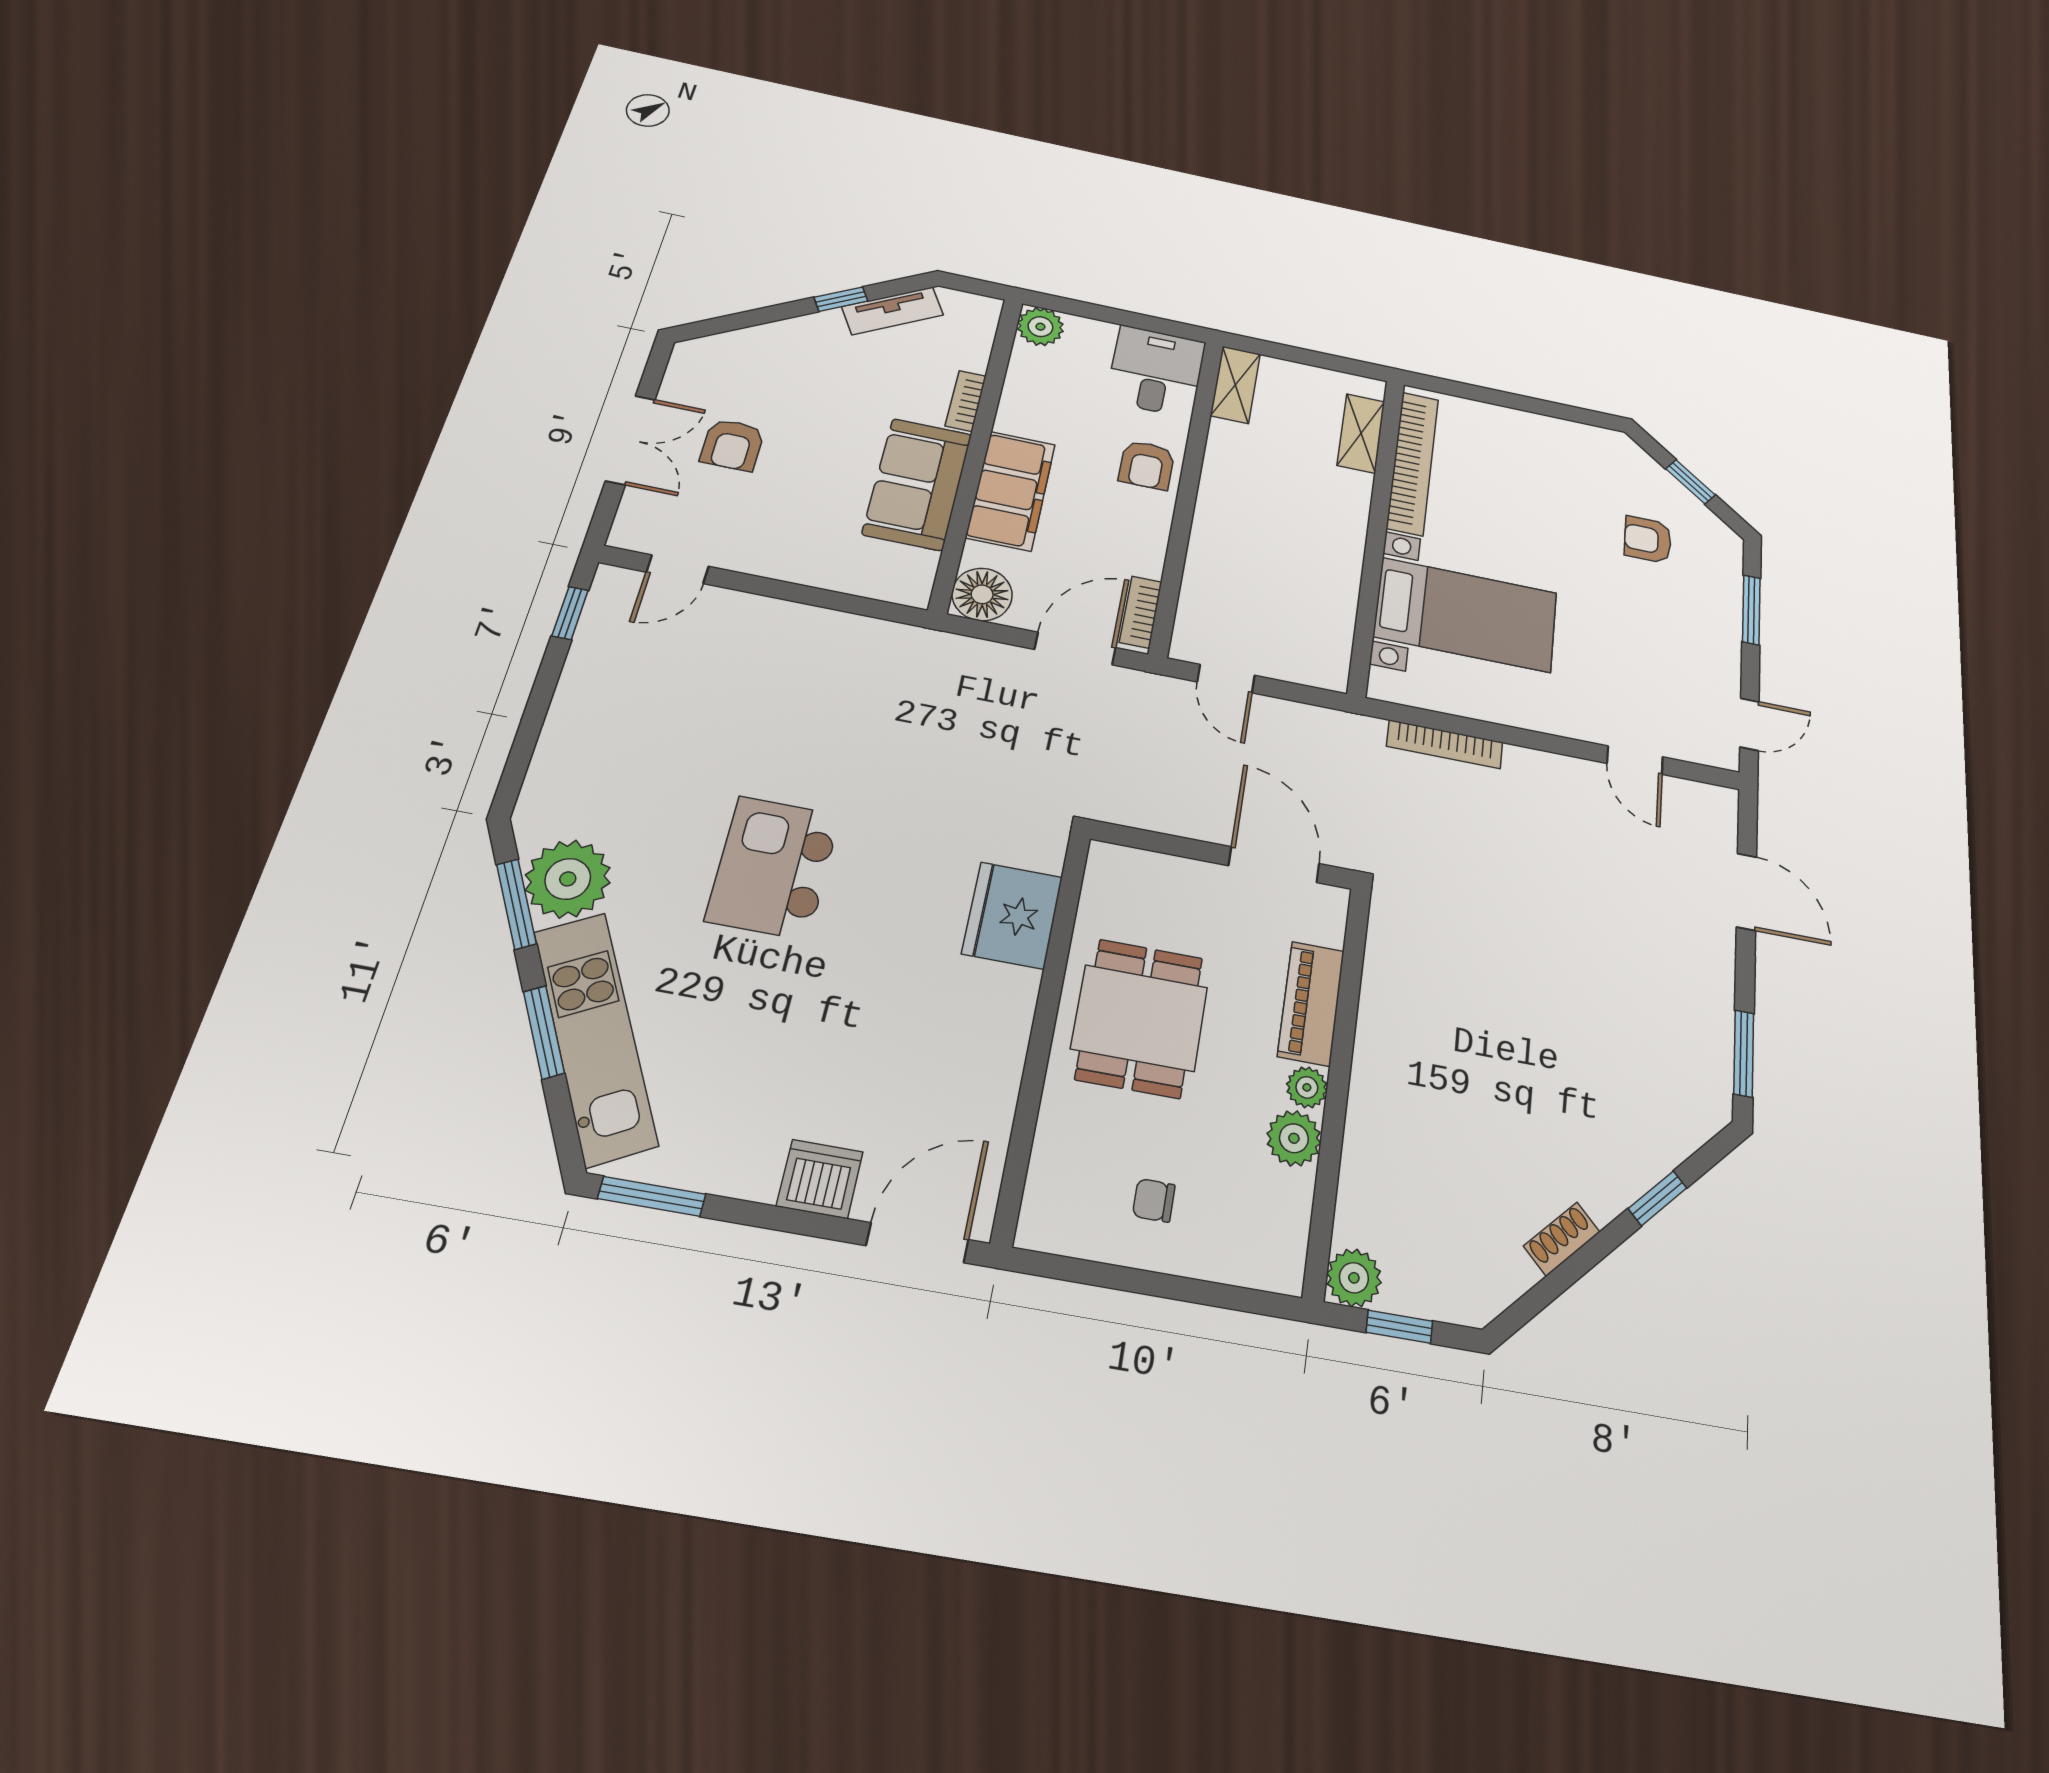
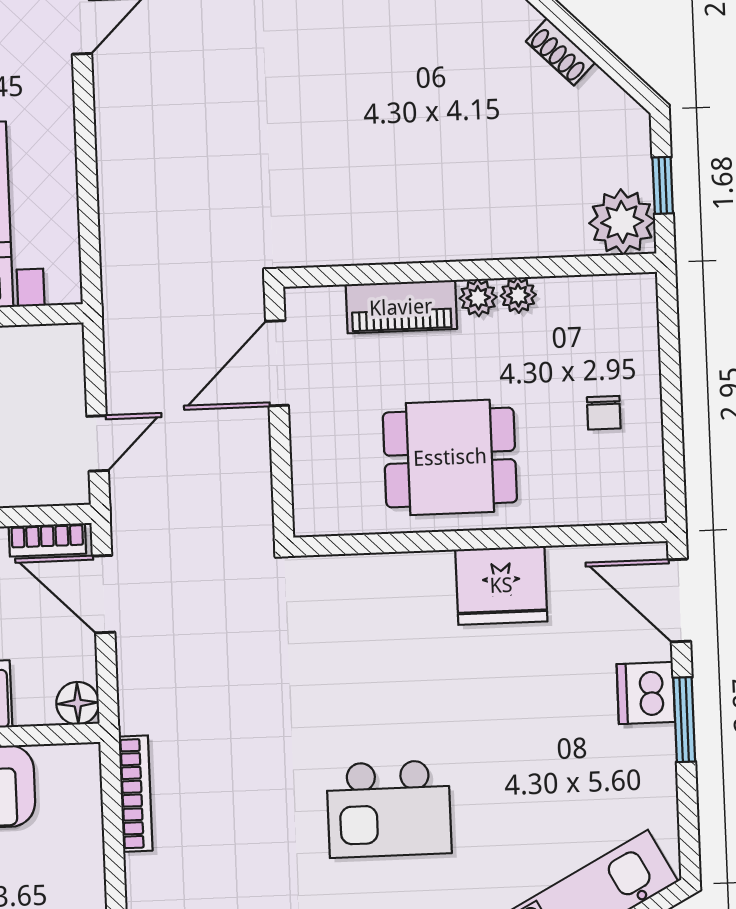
floor lamp: (982, 594) -> (78, 703), width x0.73, depth x0.73
bookcase: (1445, 744) -> (136, 794), moved
fridge: (1012, 915) -> (501, 585), moved
plant: (1294, 1138) -> (518, 295), width x0.73, depth x0.73
window: (652, 1196) -> (684, 720), moved
plant: (1354, 1278) -> (622, 222), width x1.36, depth x1.36

